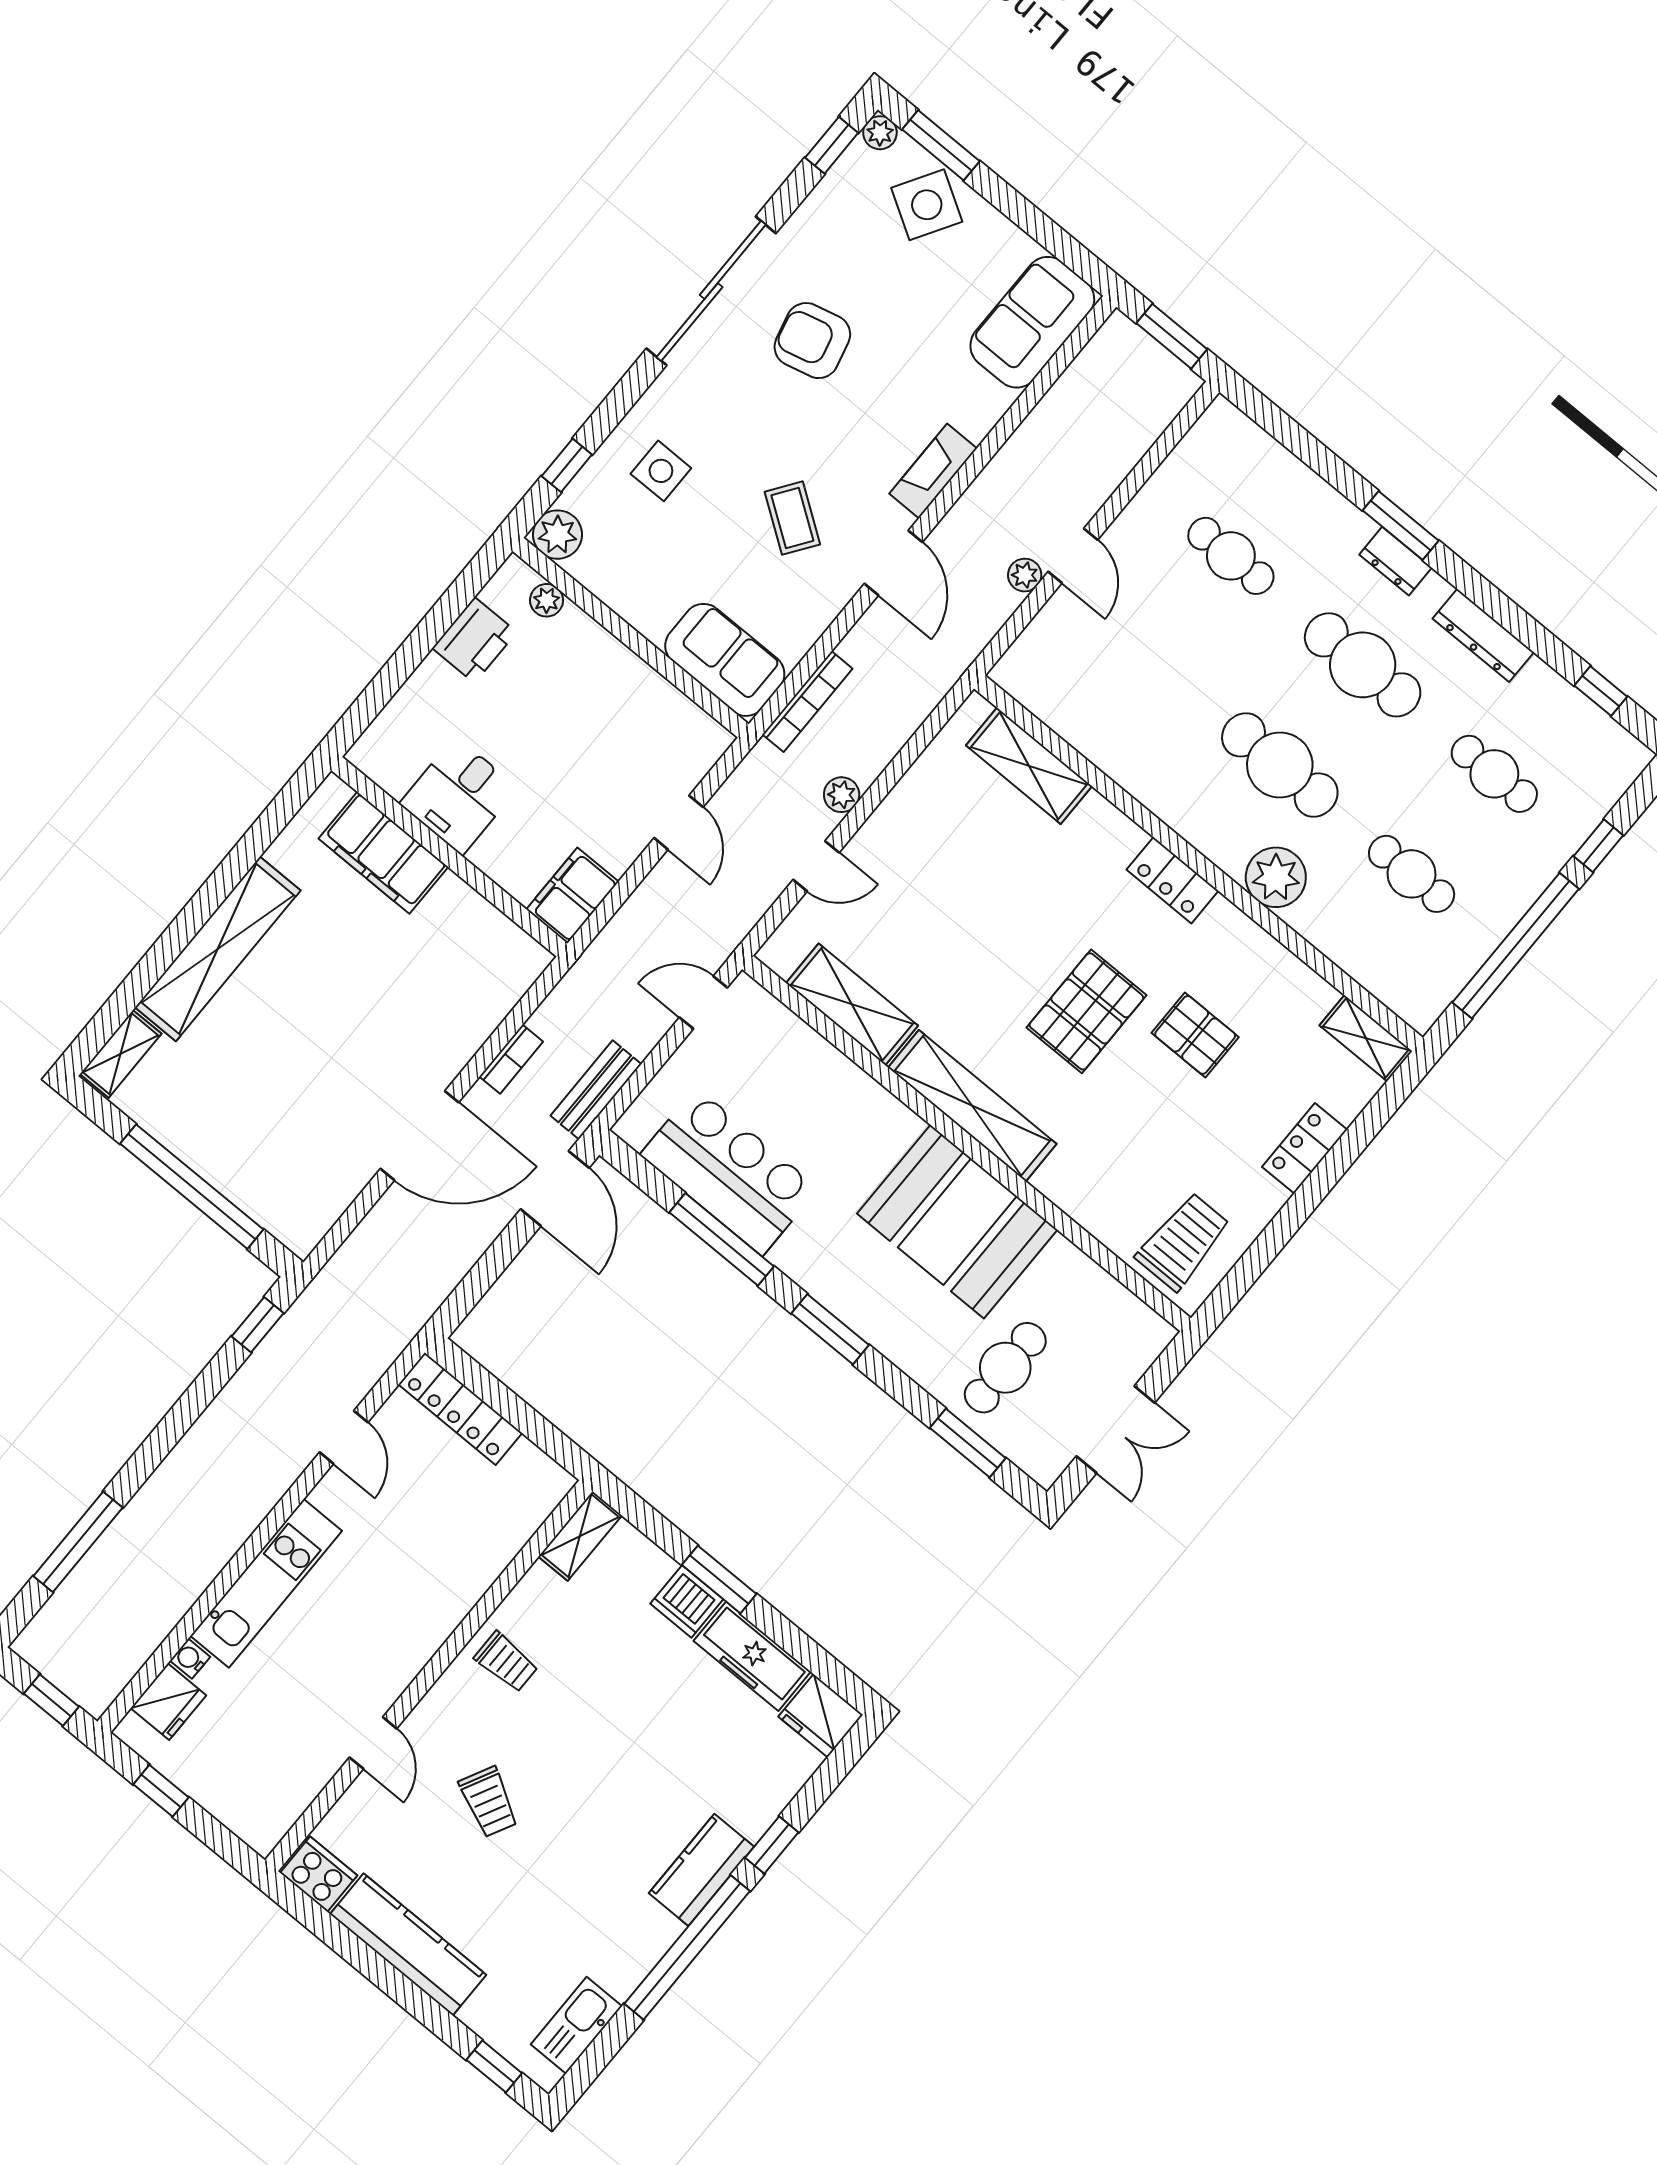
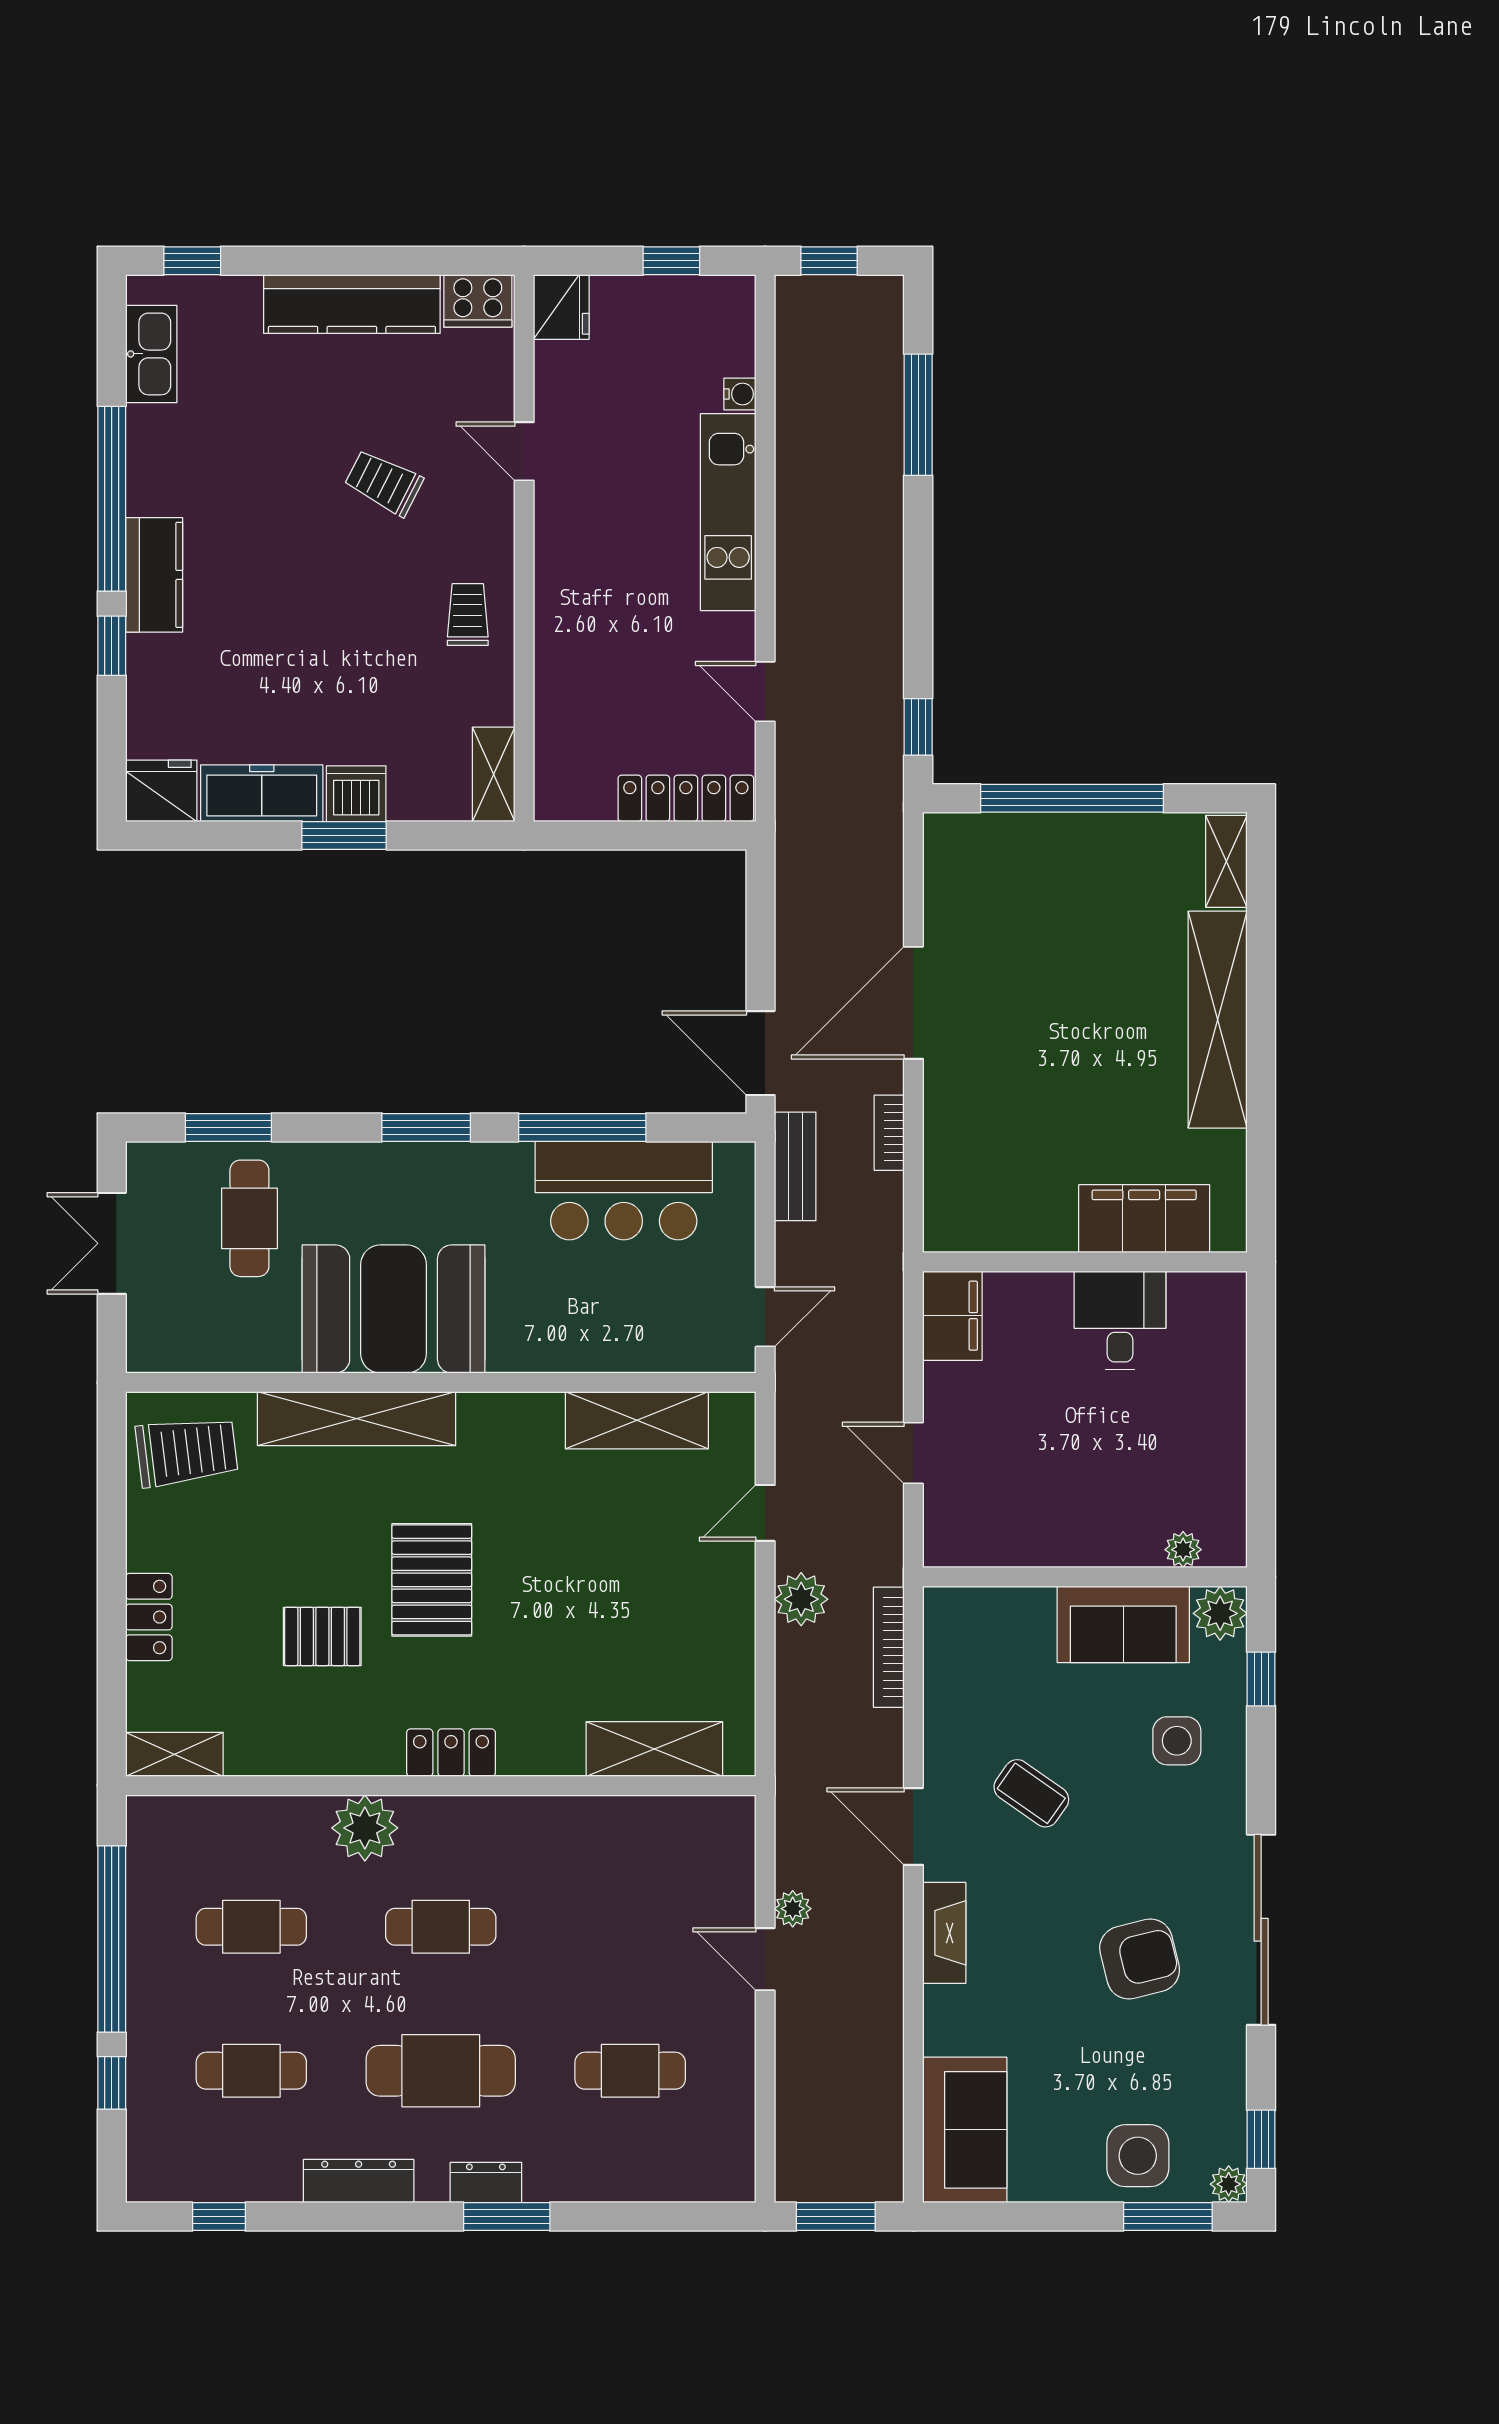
side table: (927, 205) -> (1138, 2156), turned -31
printer: (474, 640) -> (1217, 1465), removed
sofa: (725, 660) -> (1123, 1624), moved
cafe table: (1280, 765) -> (441, 1927), width x0.73, depth x0.74
plant: (842, 795) -> (801, 1599), width x1.38, depth x1.38
shelving: (972, 1106) -> (357, 1419), moved
trolley: (1183, 1242) -> (187, 1452), turned -97
trolley: (506, 1662) -> (468, 615), turned 90
fridge: (168, 1702) -> (561, 307), moved, turned 180

